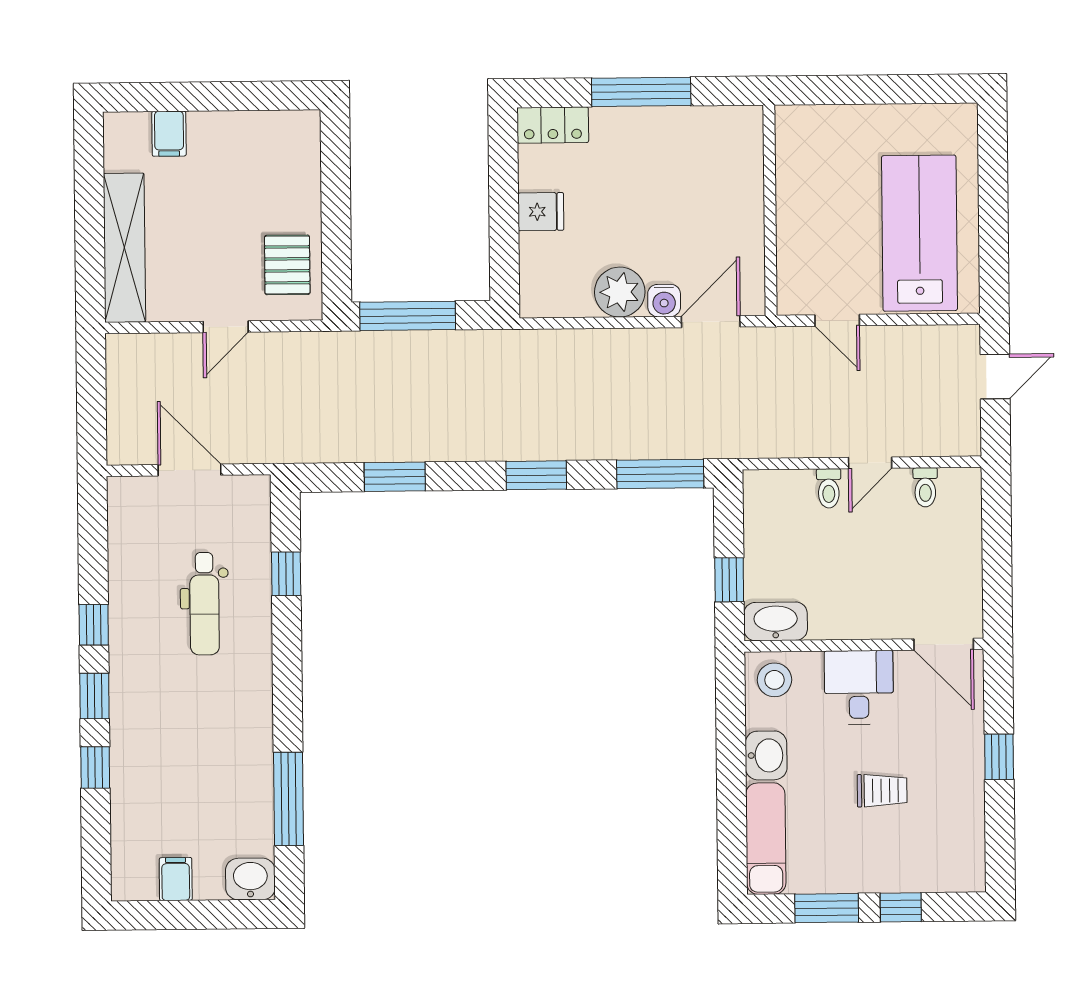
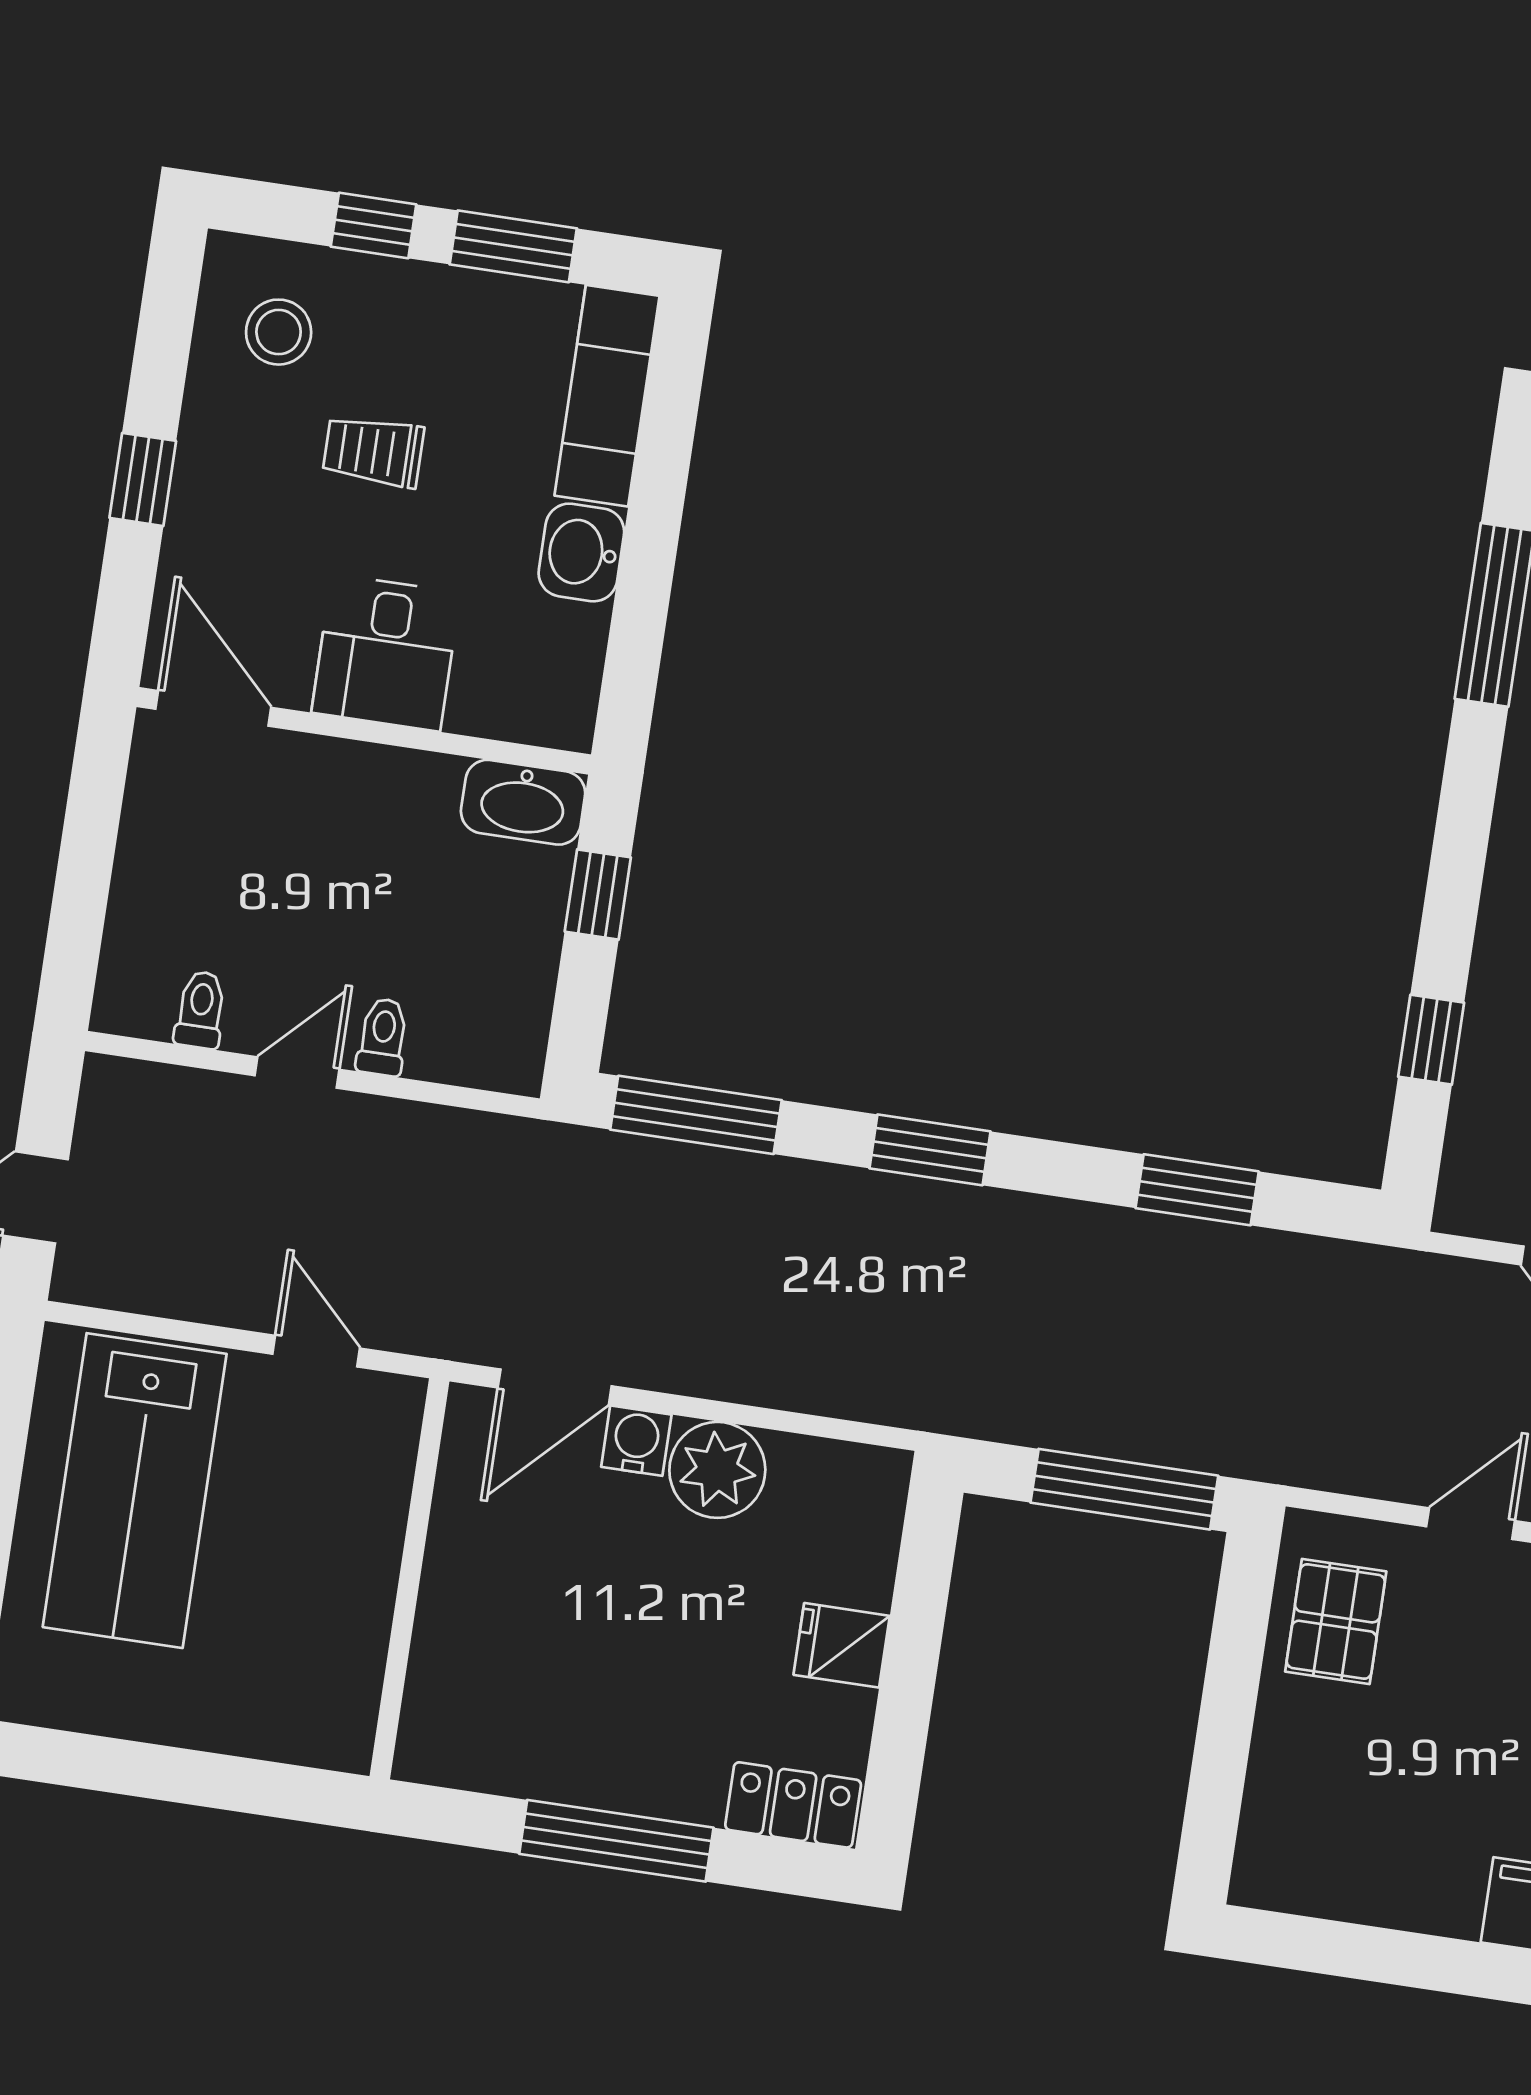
stool: (774, 680) -> (279, 332), moved

